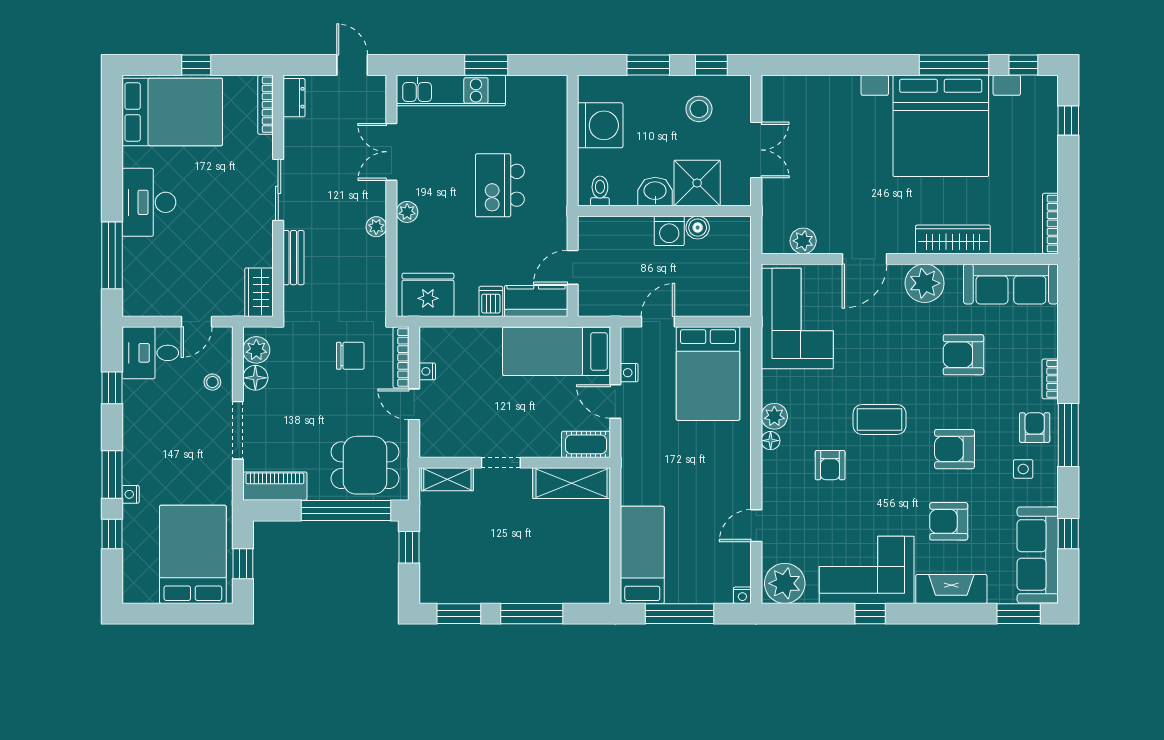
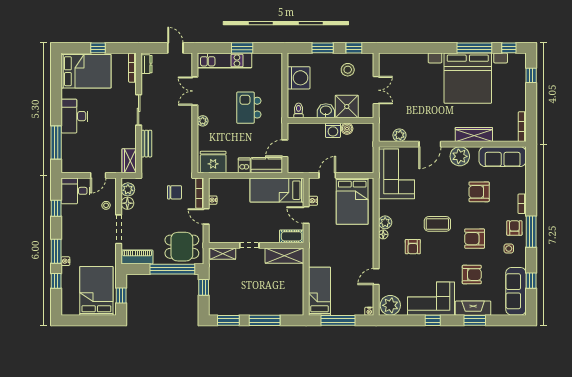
plant: (376, 227) -> (187, 128), removed
armchair: (949, 521) -> (472, 275), turned 180
window: (1019, 614) -> (475, 320), moved

